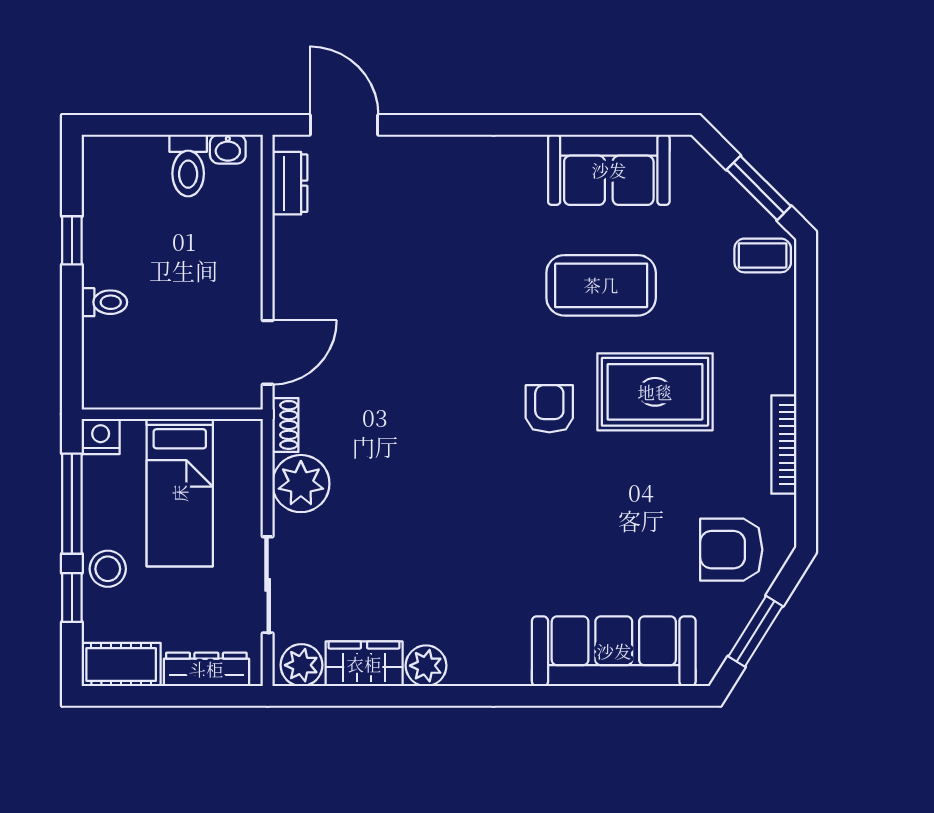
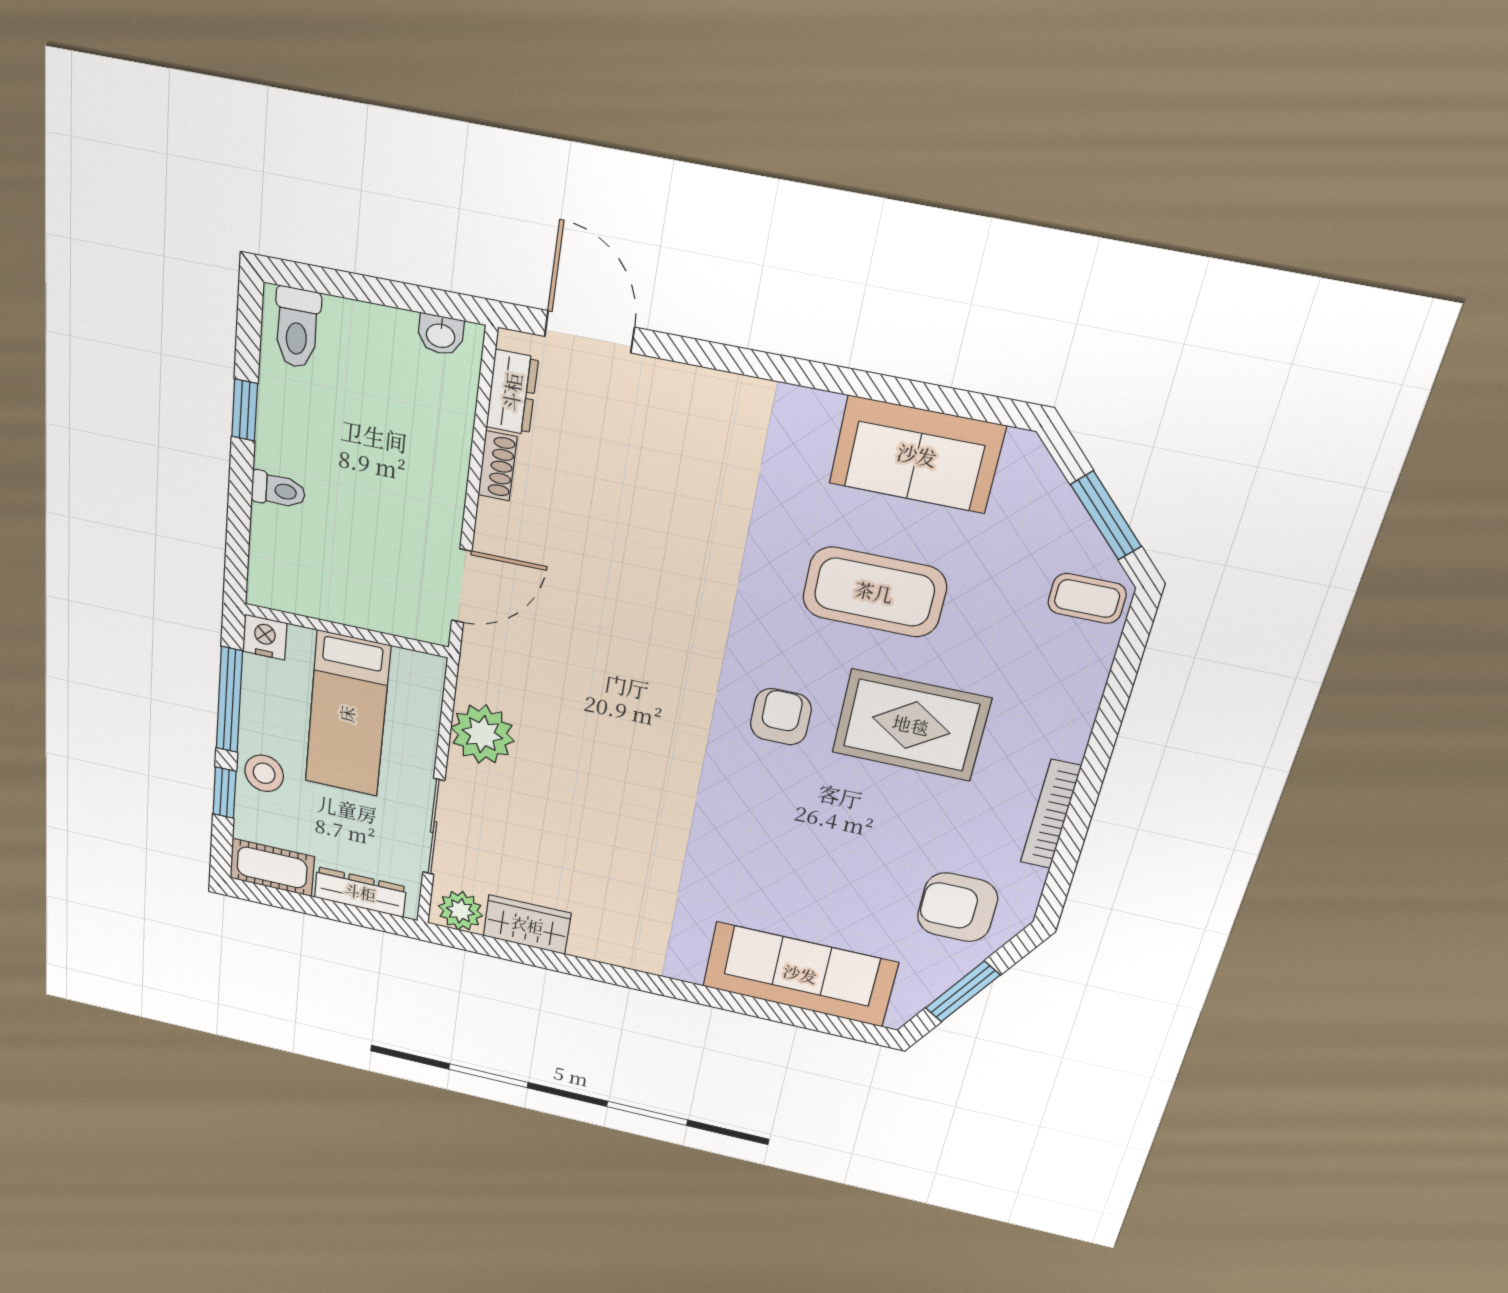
toilet: (188, 165) -> (297, 328), moved
shoe rack: (285, 425) -> (497, 466), moved
plant: (426, 666) -> (593, 941), removed

